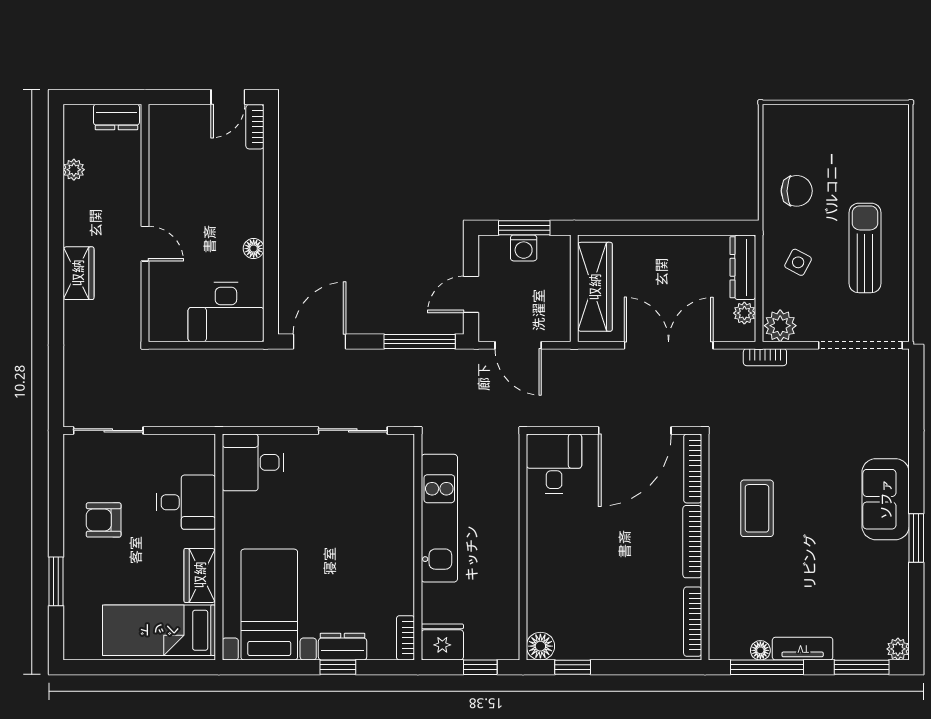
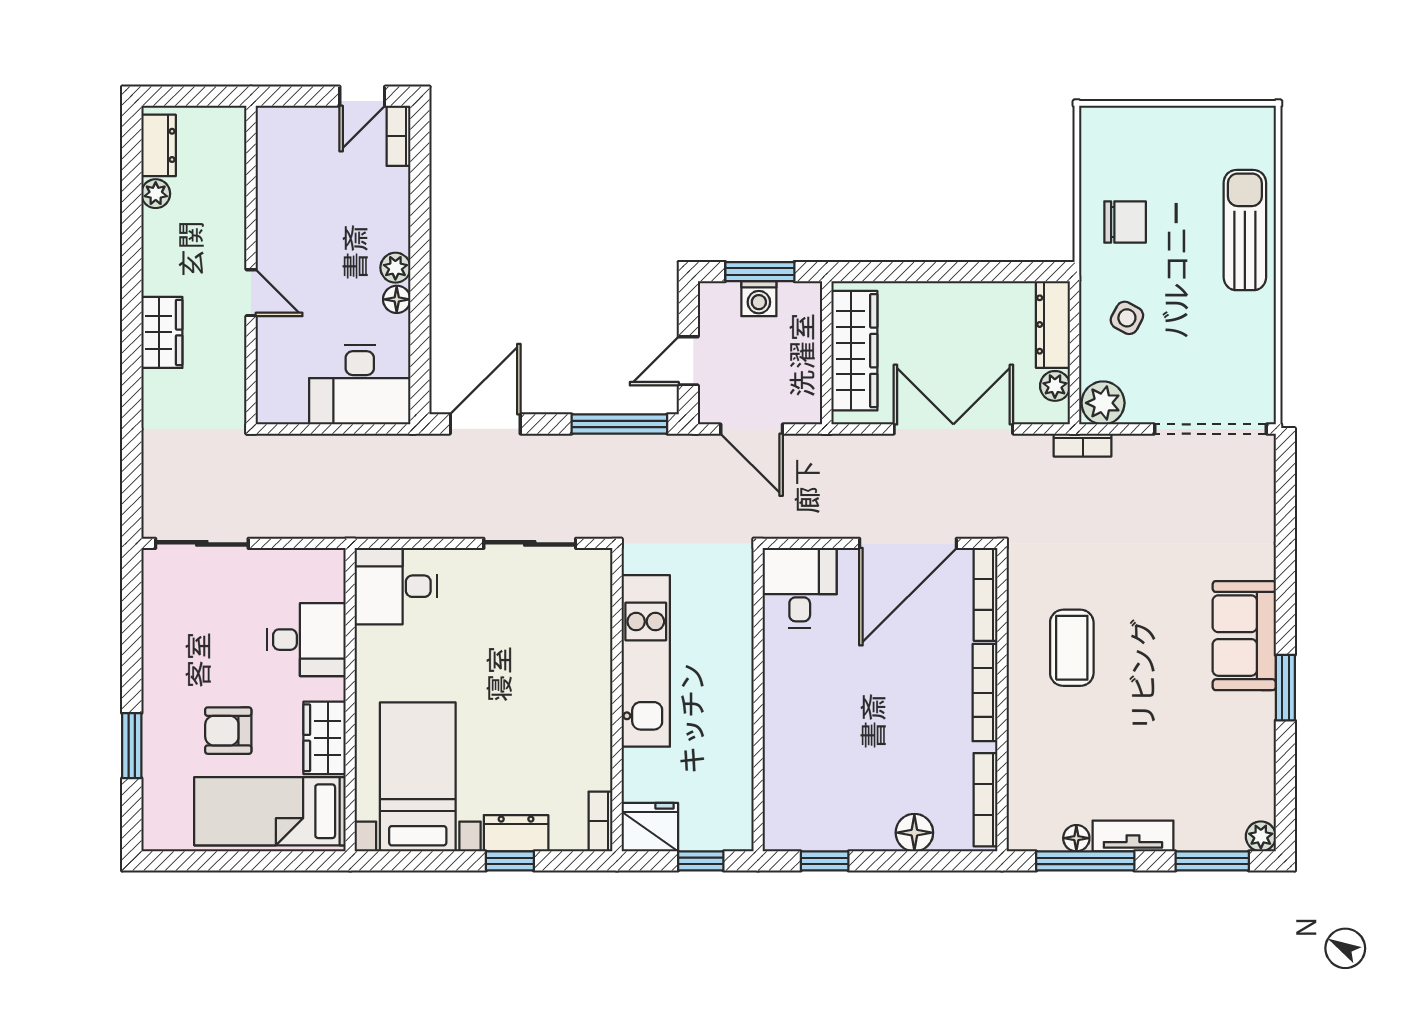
dresser: (116, 117) -> (159, 145), moved, turned -90
plant: (253, 225) -> (395, 268), added
sun lounger: (865, 248) -> (1245, 230), moved
armchair: (104, 520) -> (228, 731), moved
floor lamp: (540, 646) -> (914, 833), moved

